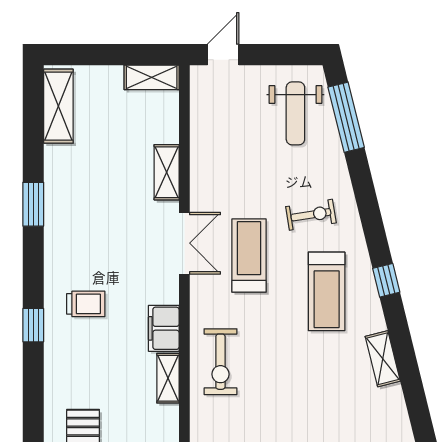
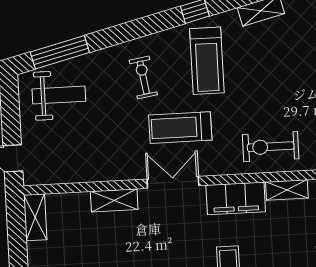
treadmill: (327, 291) -> (207, 61), turned 90
filing cabinet: (164, 328) -> (236, 198), width x1.50, depth x1.17
exercise bike: (220, 362) -> (271, 147), turned 180

